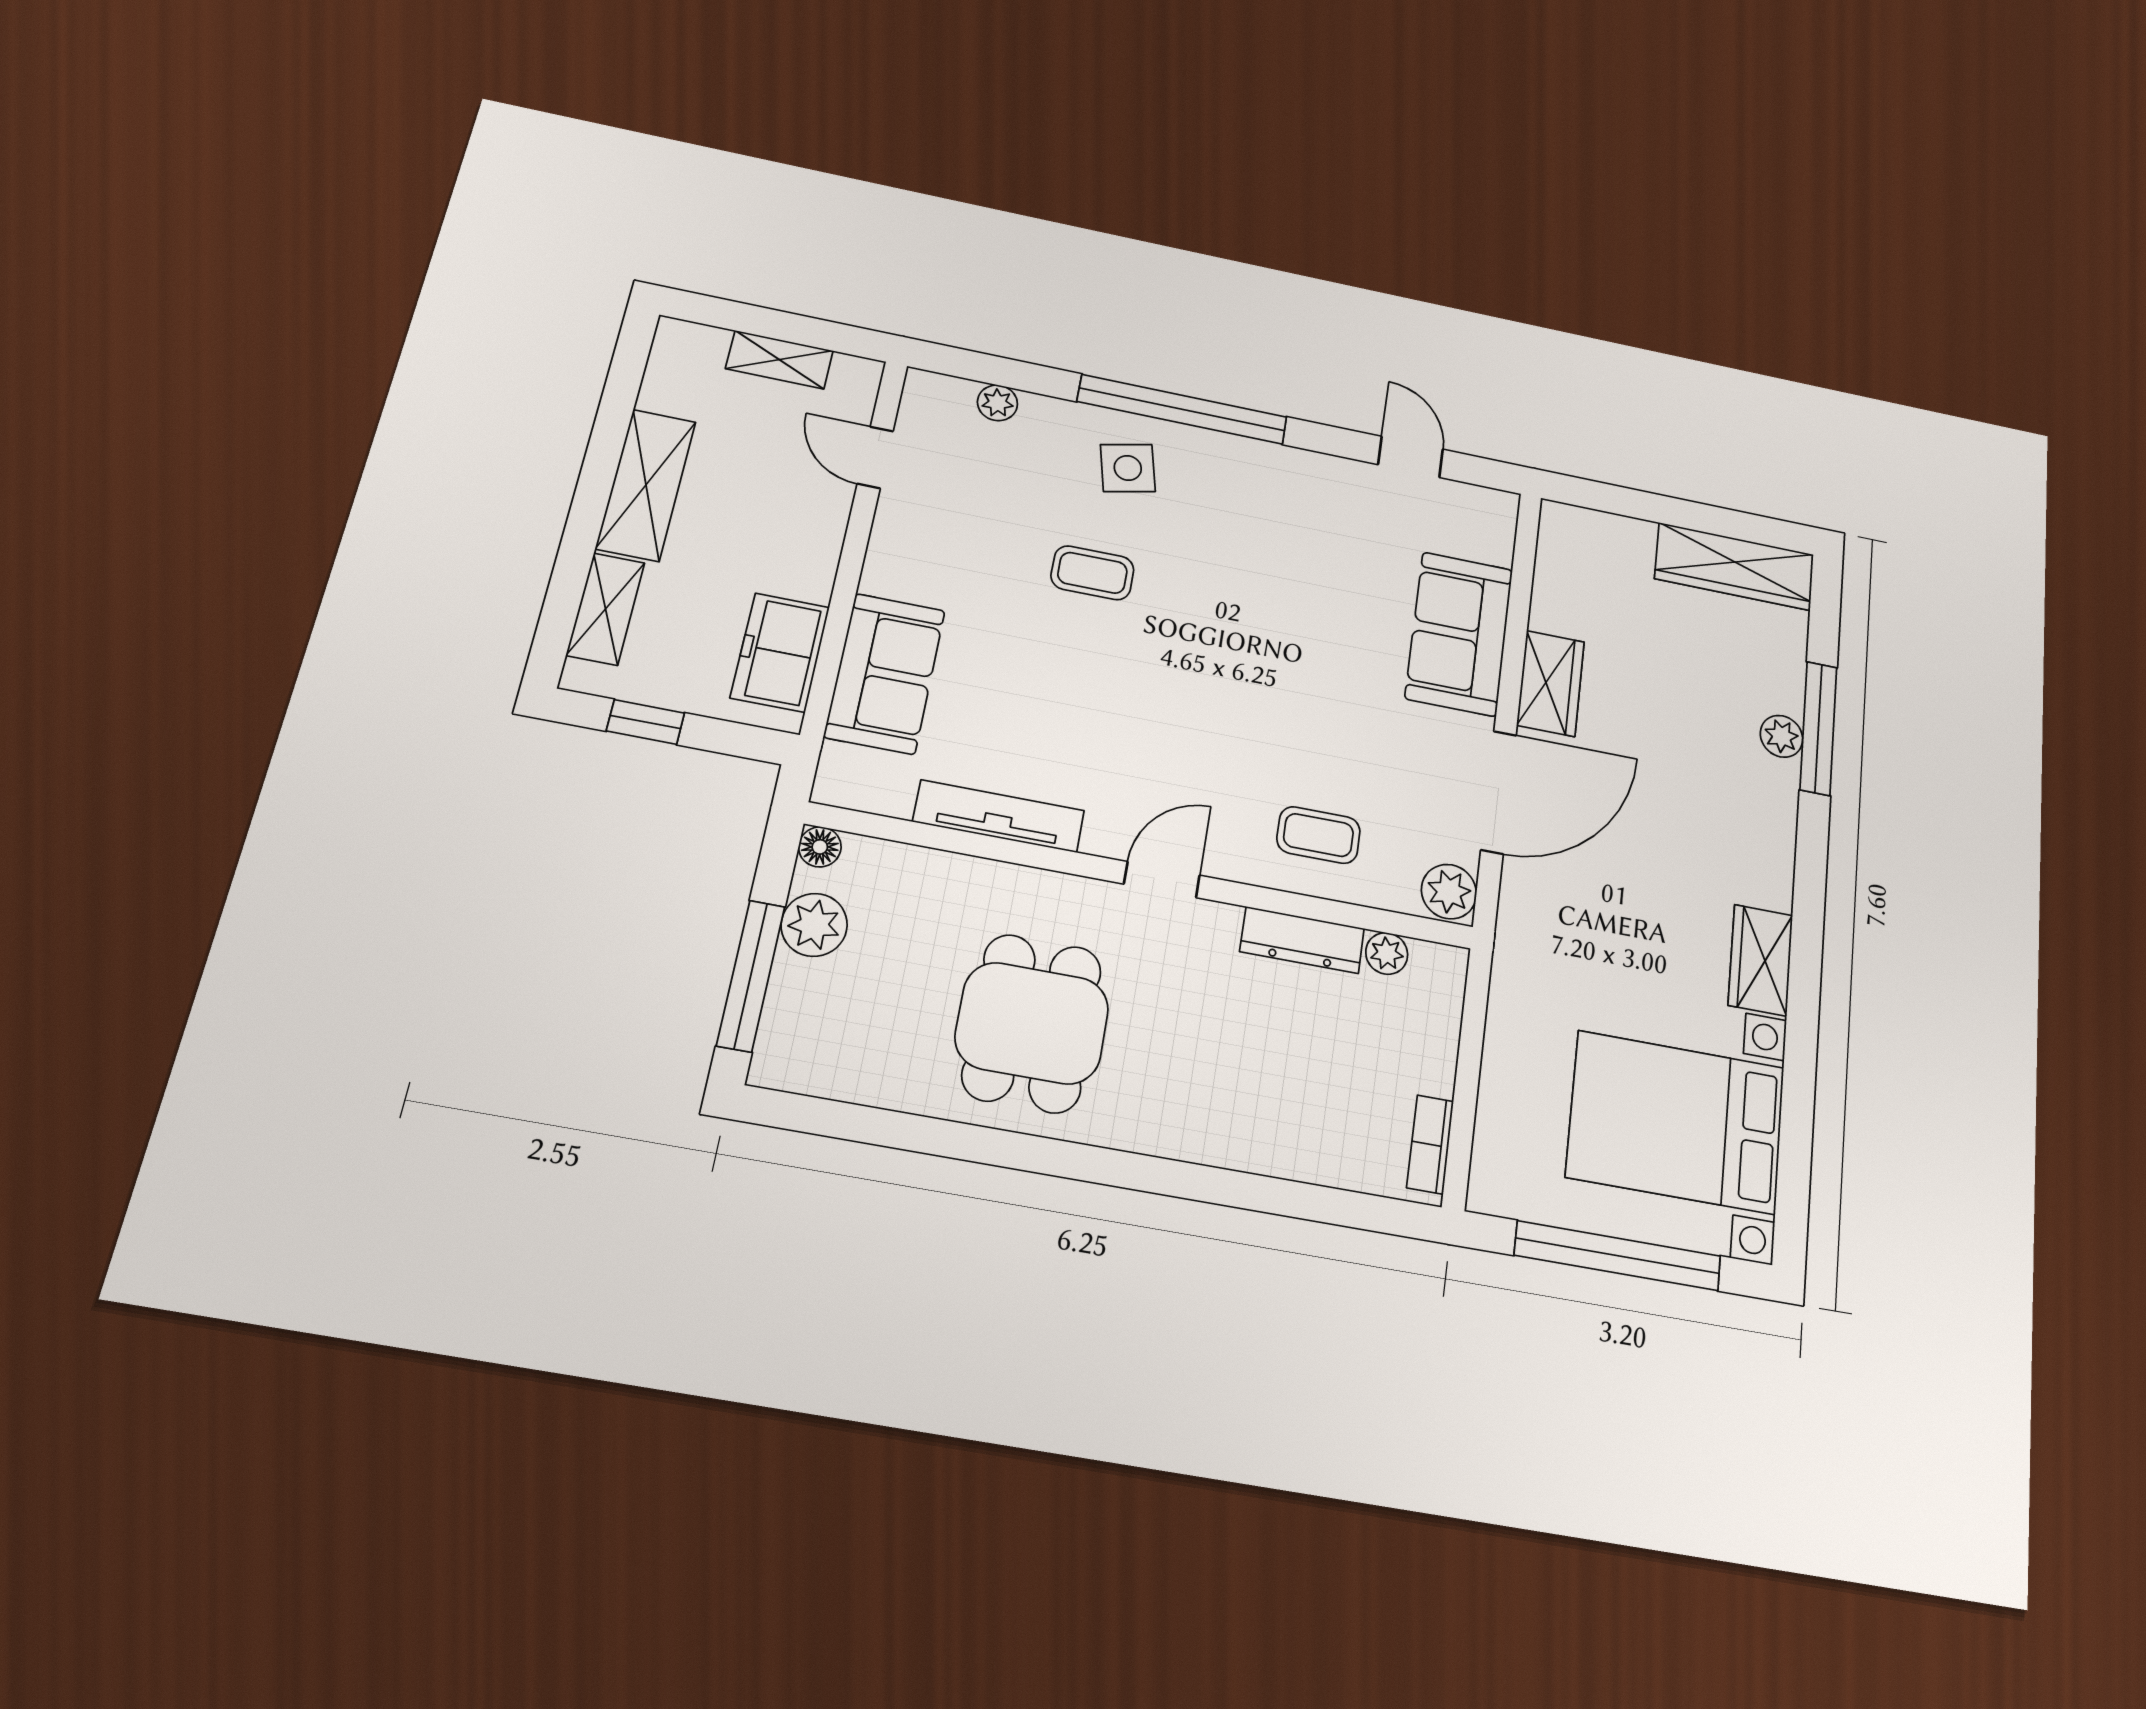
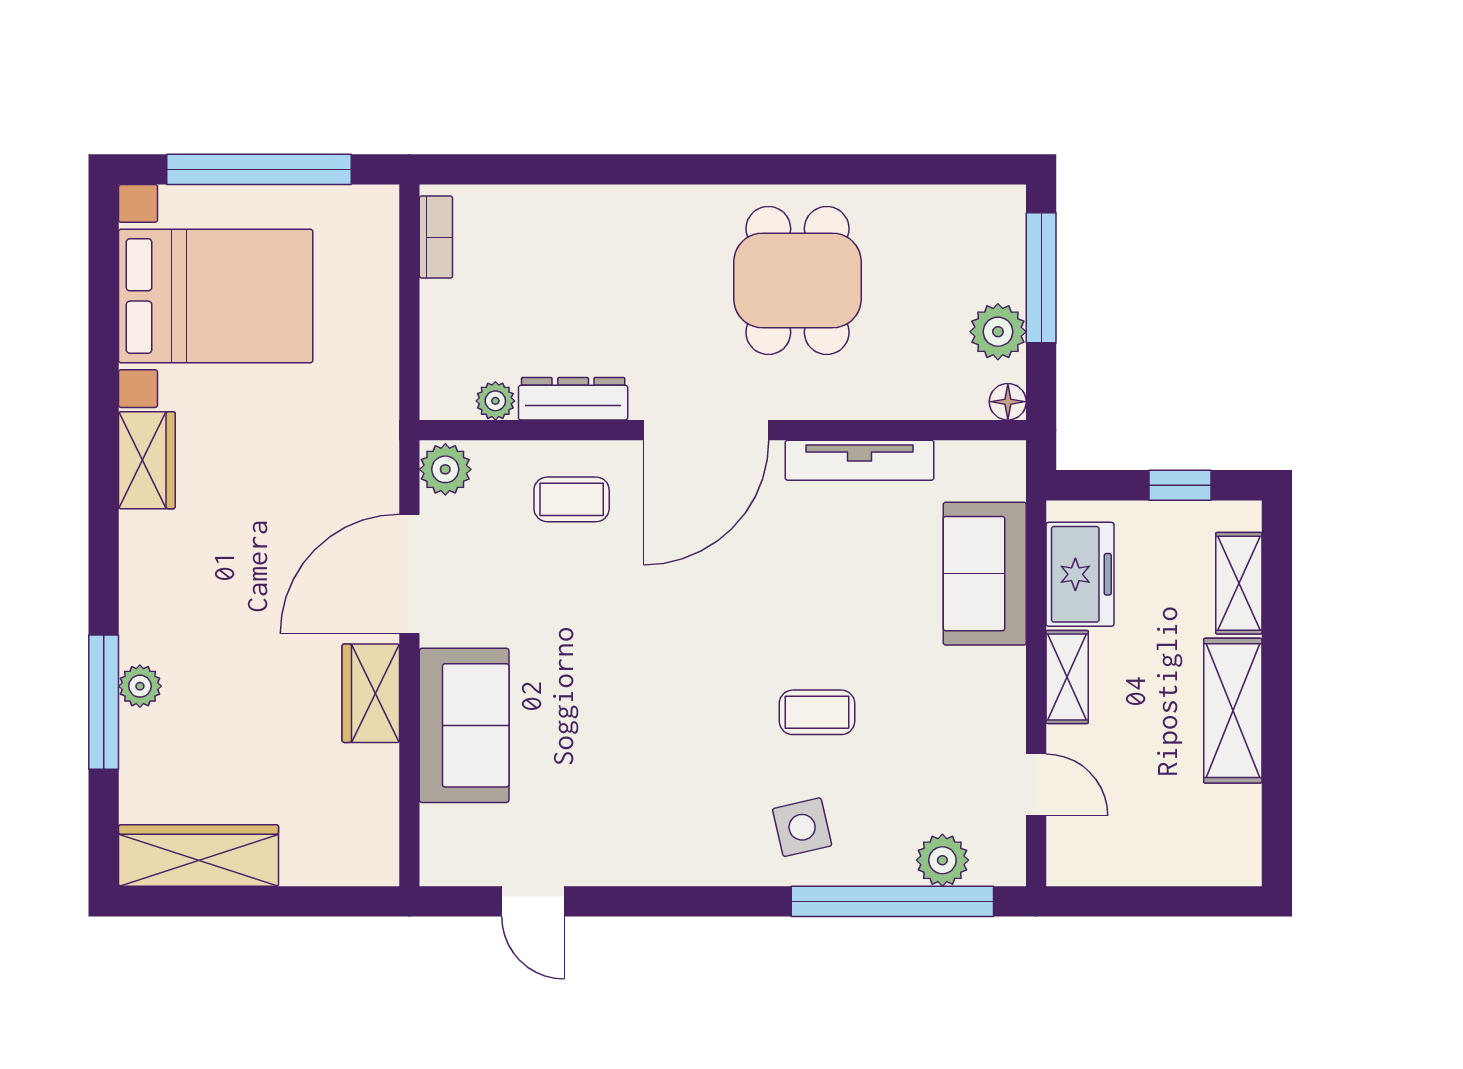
shelving: (779, 360) -> (1067, 677), moved, turned 90
plant: (997, 403) -> (942, 860), width x1.38, depth x1.38
window: (1182, 409) -> (892, 901), moved
door: (1162, 880) -> (706, 430), width x1.87

